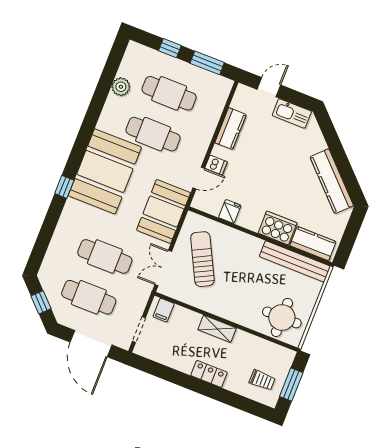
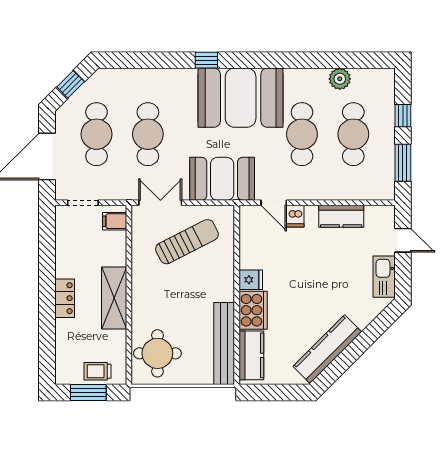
fridge: (230, 211) -> (251, 280), moved
shelving: (217, 329) -> (114, 298), width x1.50, depth x1.33
trolley: (262, 380) -> (97, 371), moved, turned 90

